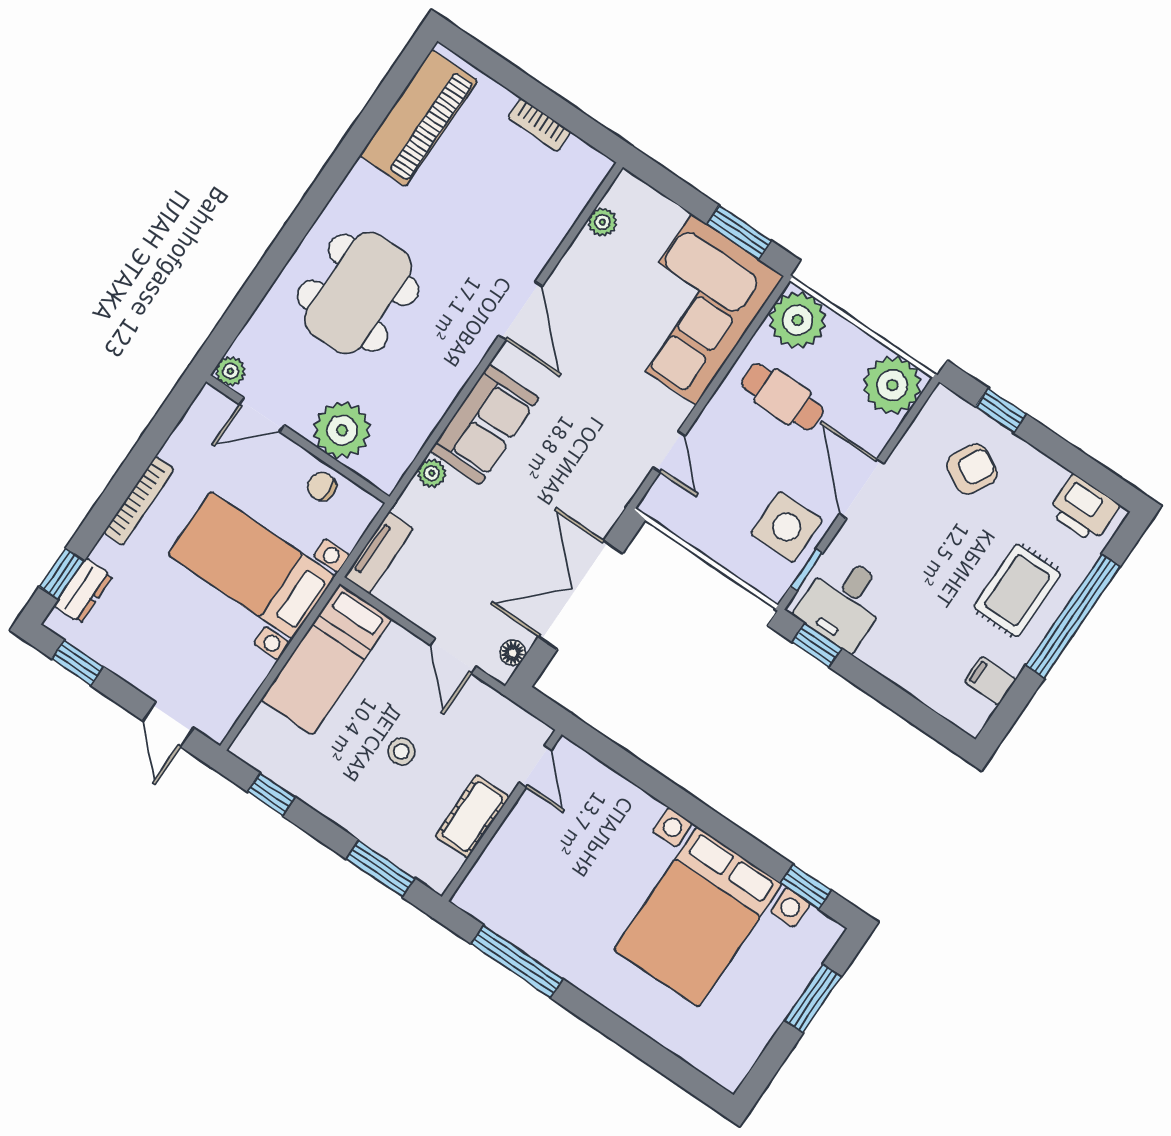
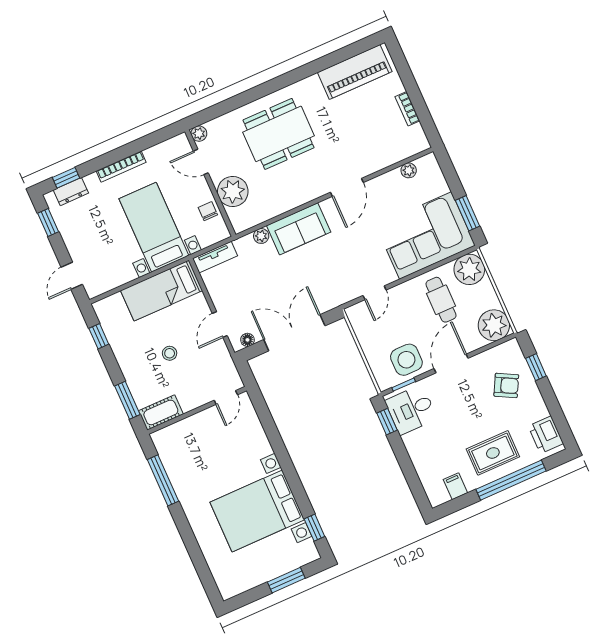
cot: (472, 816) -> (161, 412), moved

